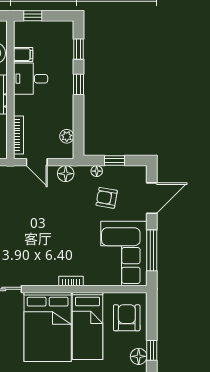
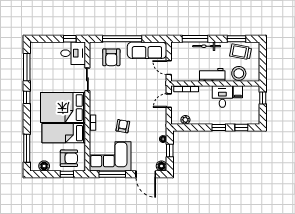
floor lamp: (66, 174) -> (161, 166), moved
armchair: (107, 198) -> (123, 126), moved
window: (152, 350) -> (67, 174), moved

